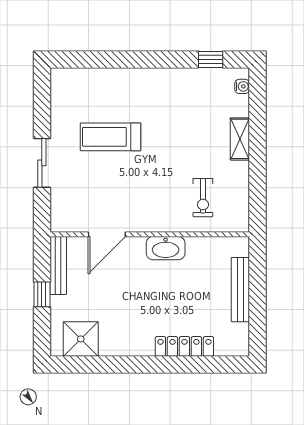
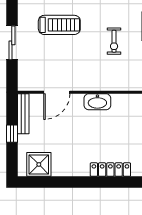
treadmill: (110, 137) -> (59, 25), turned 180
exercise bike: (203, 198) -> (114, 41), moved

